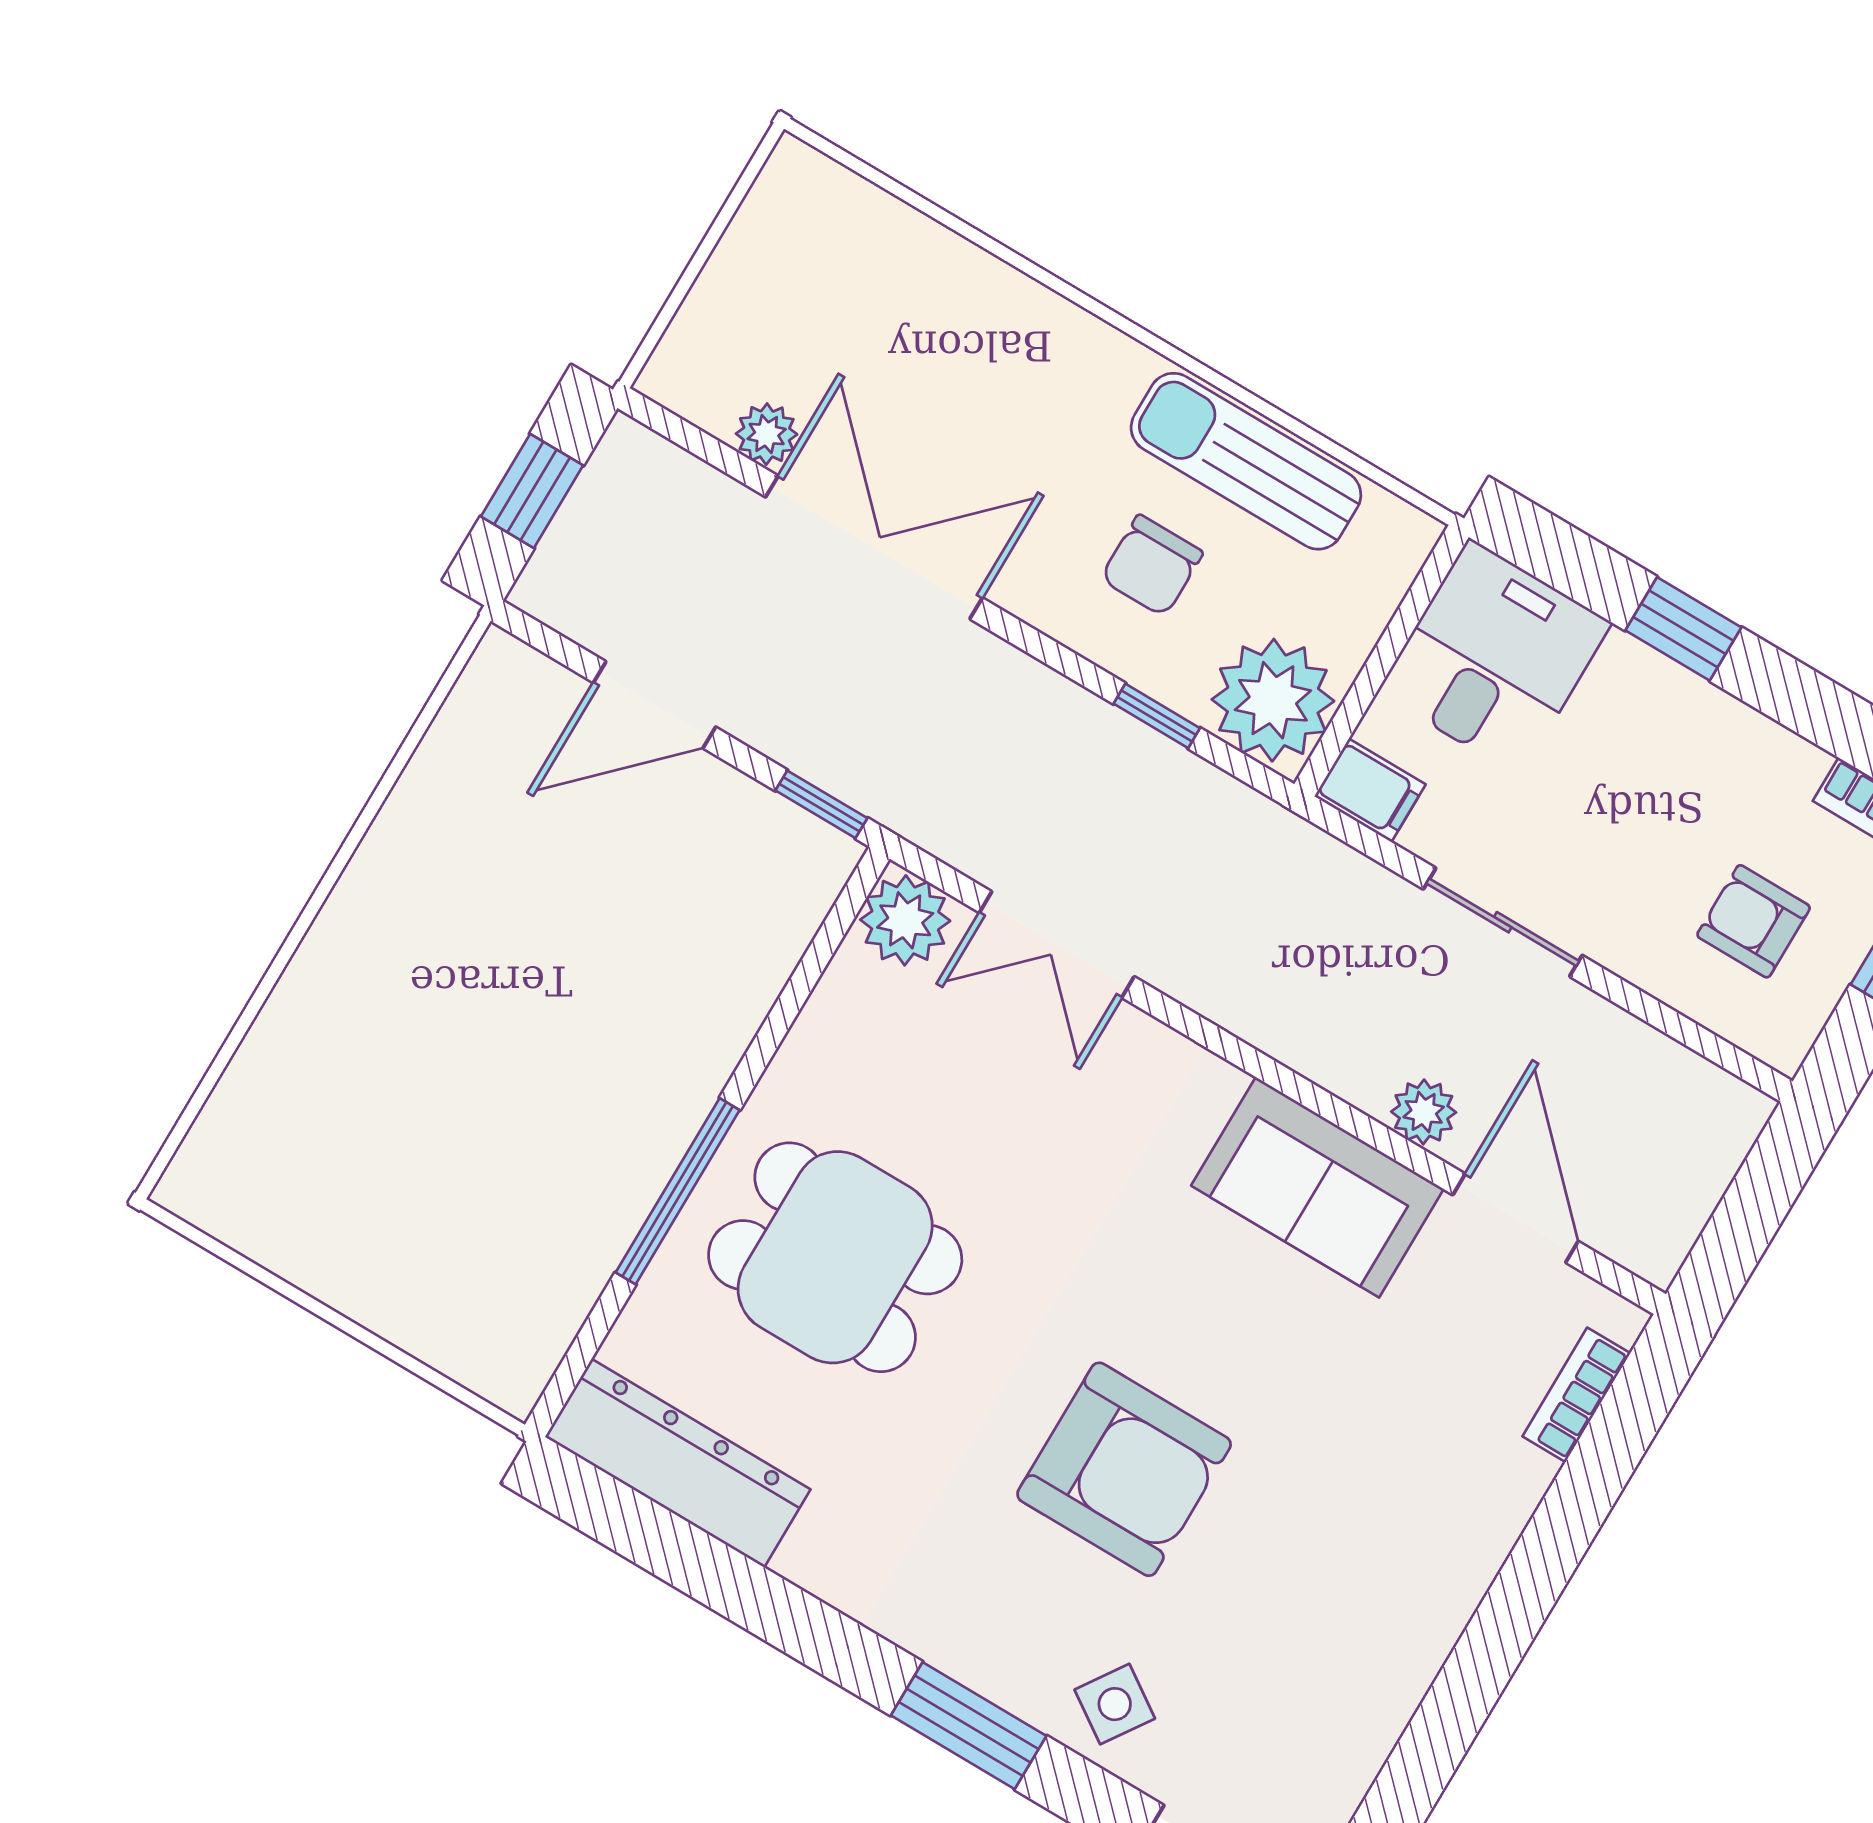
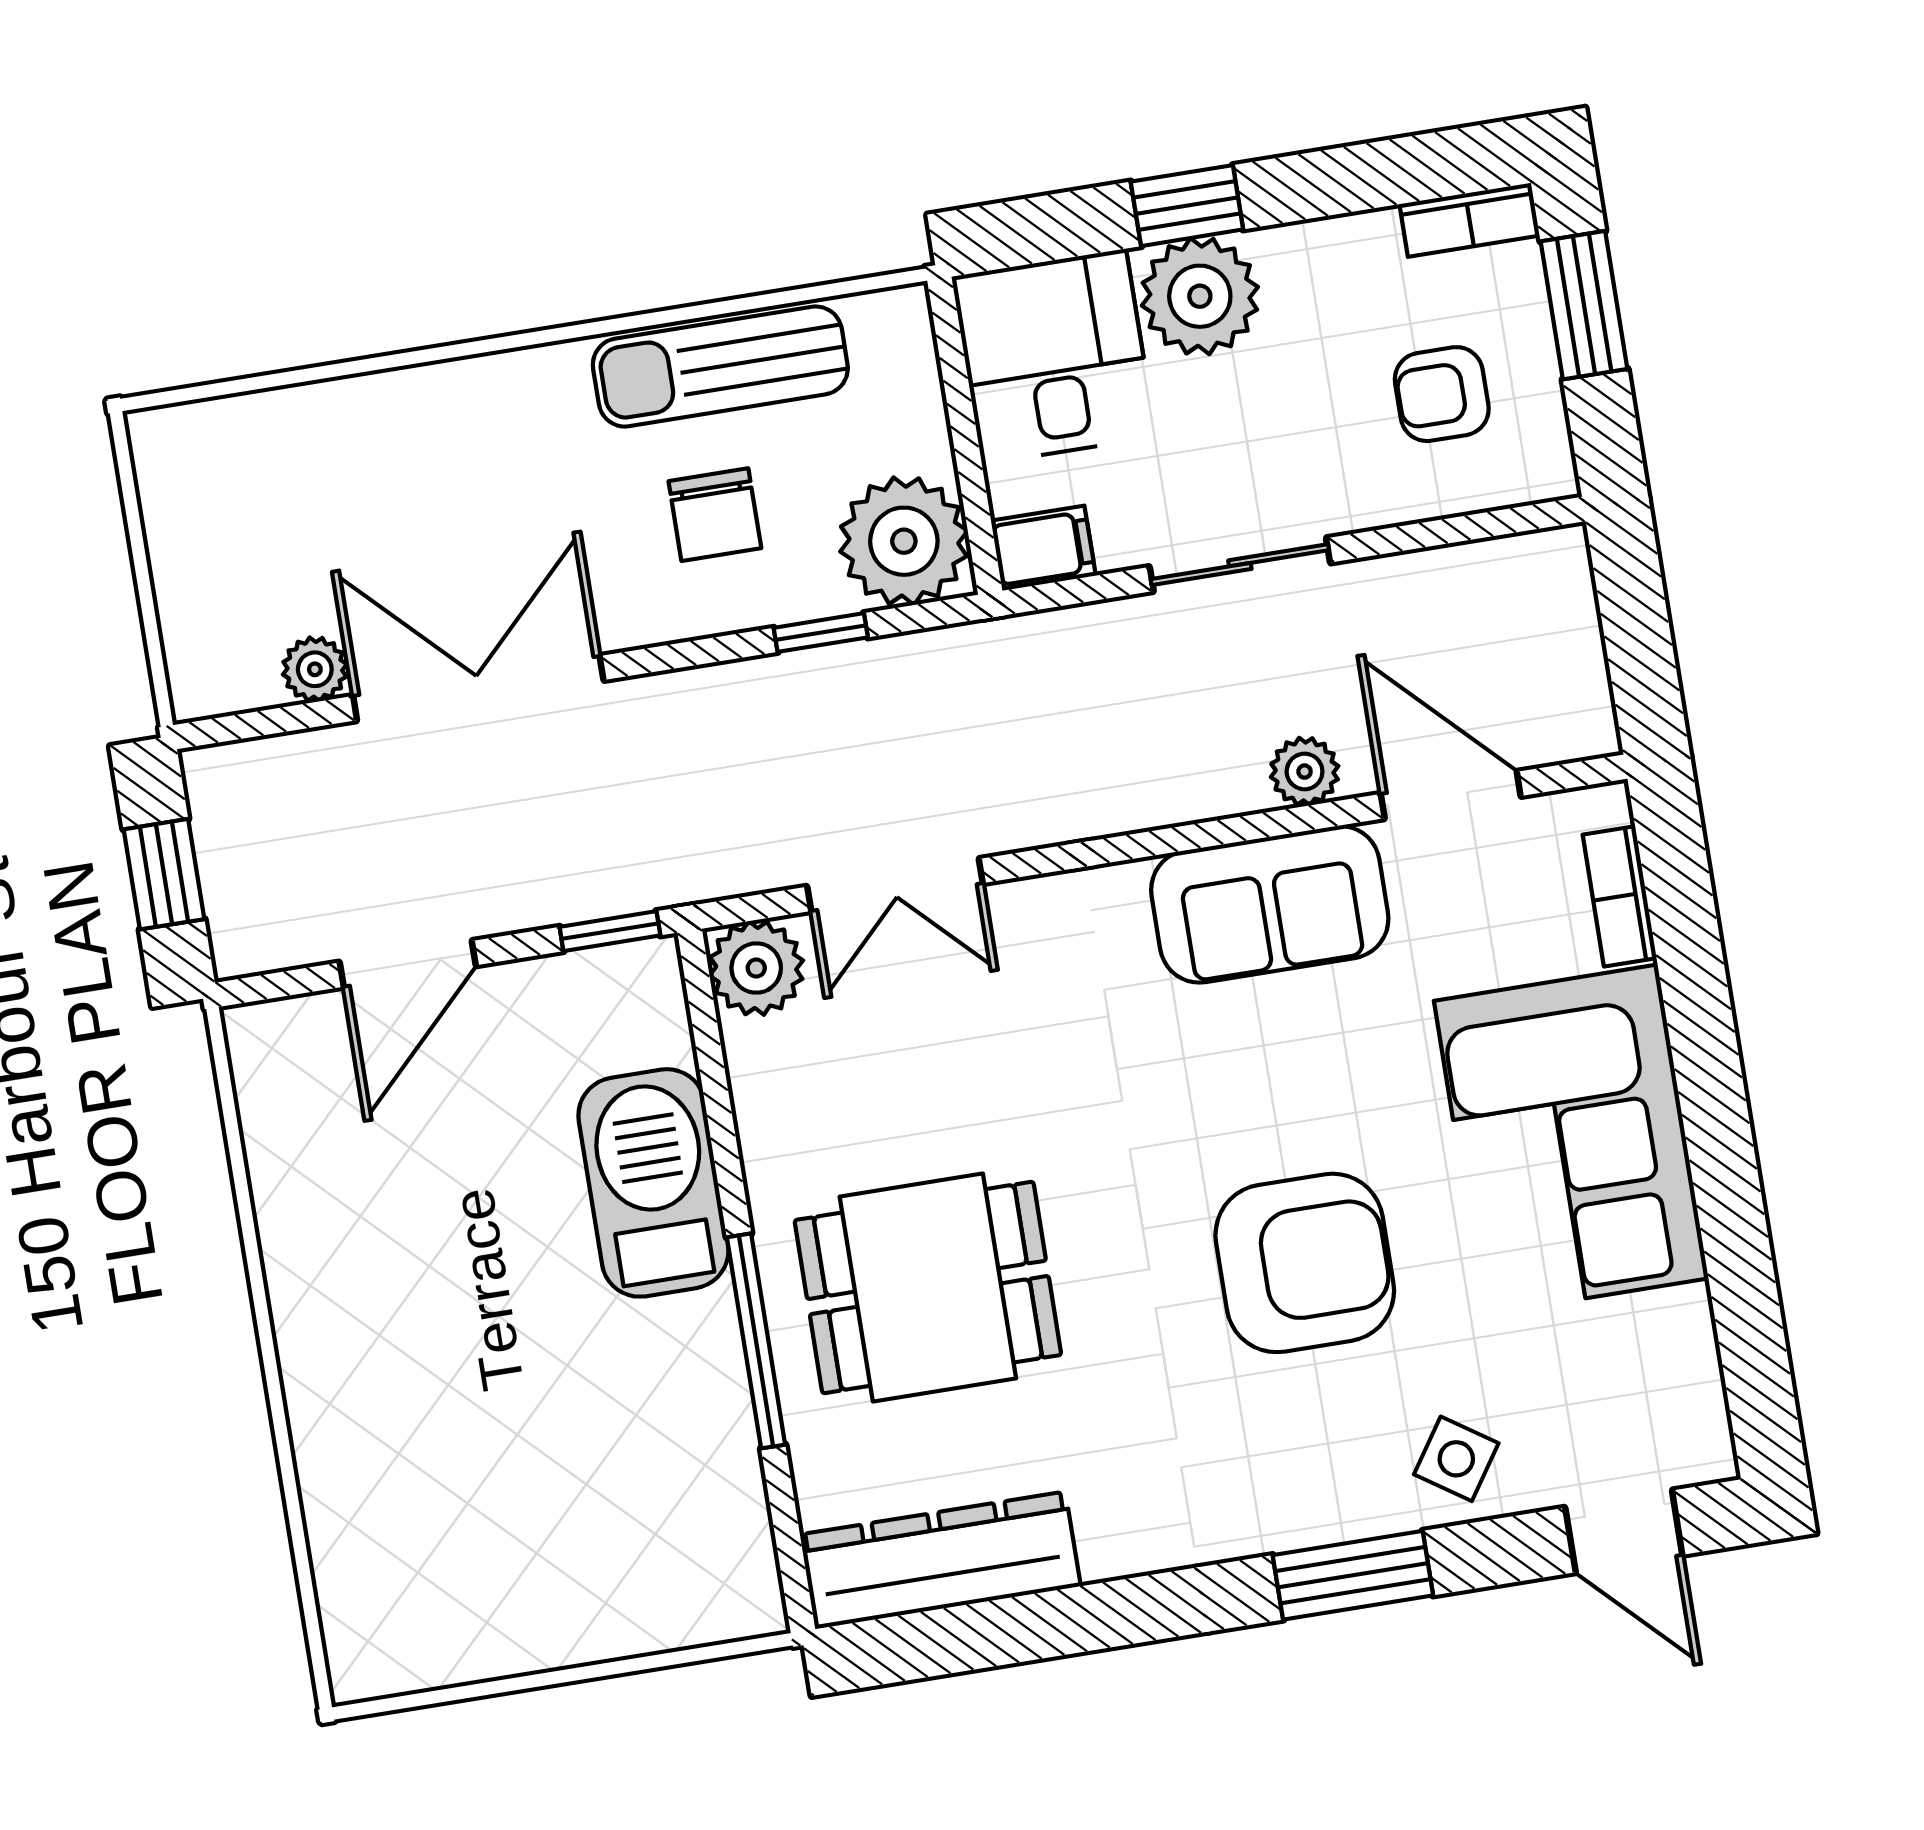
plant: (1637, 703) -> (1200, 296), added
barbecue: (699, 1014) -> (653, 1183), added
corner sofa: (1393, 1542) -> (1571, 1140), added

